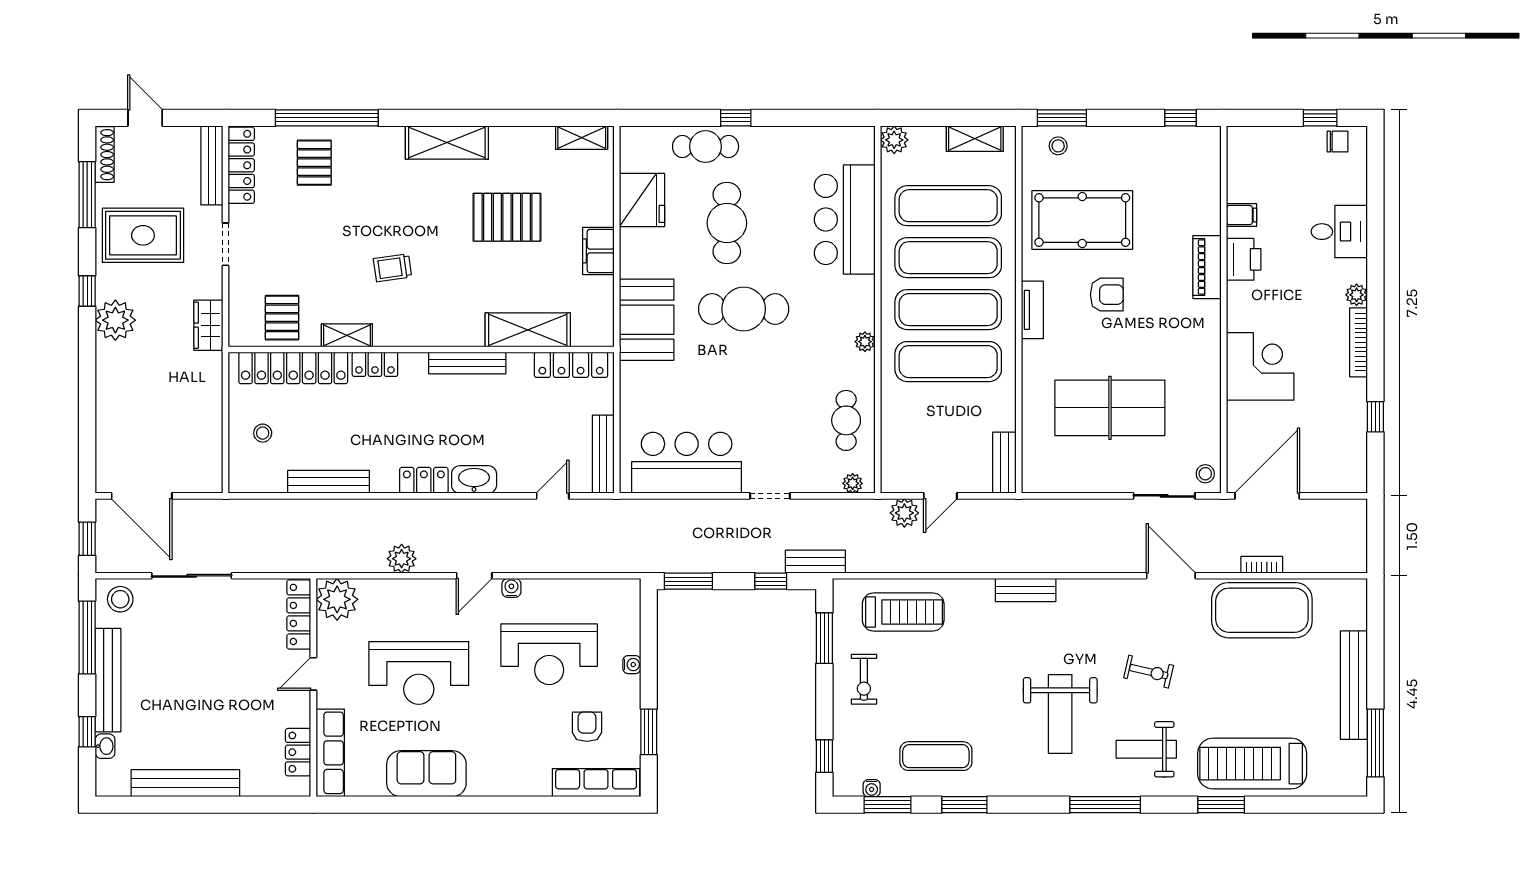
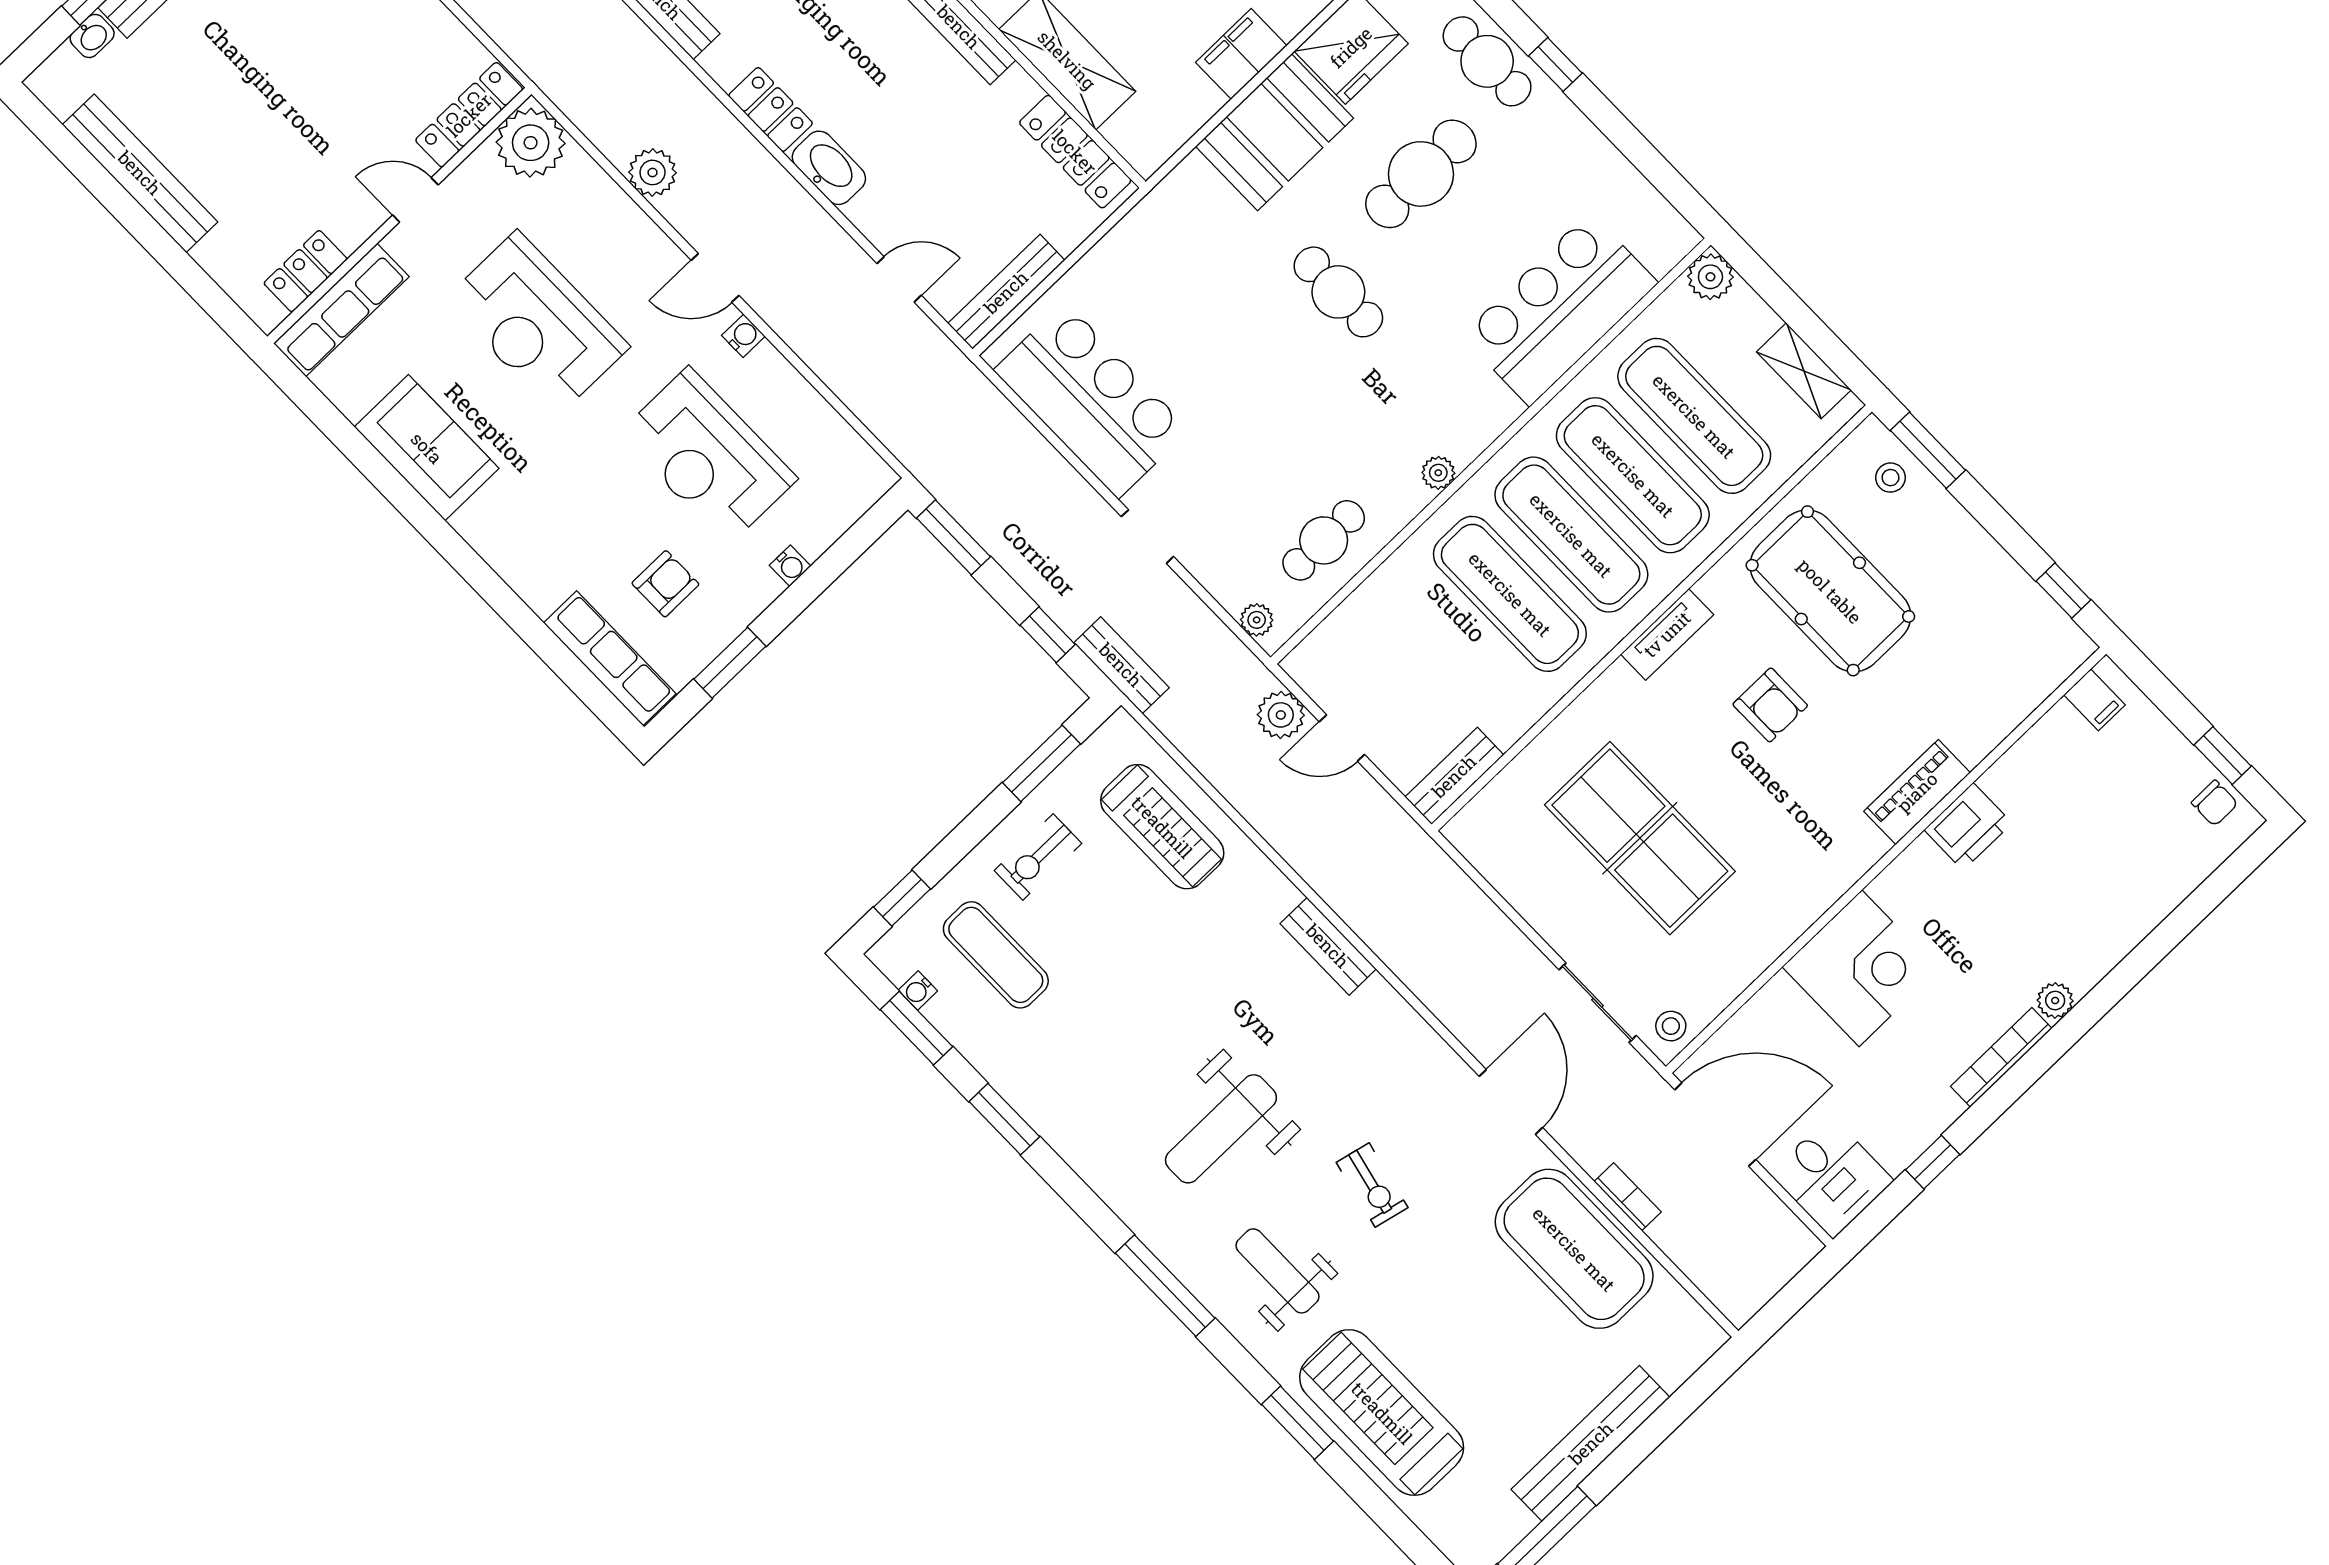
filing cabinet: (1242, 215) -> (2094, 700), moved
desk: (1339, 232) -> (1832, 1177), moved
cafe table: (744, 309) -> (1338, 292), width x0.73, depth x0.74
booth: (647, 320) -> (1275, 132), moved
exercise mat: (936, 756) -> (996, 955), moved

